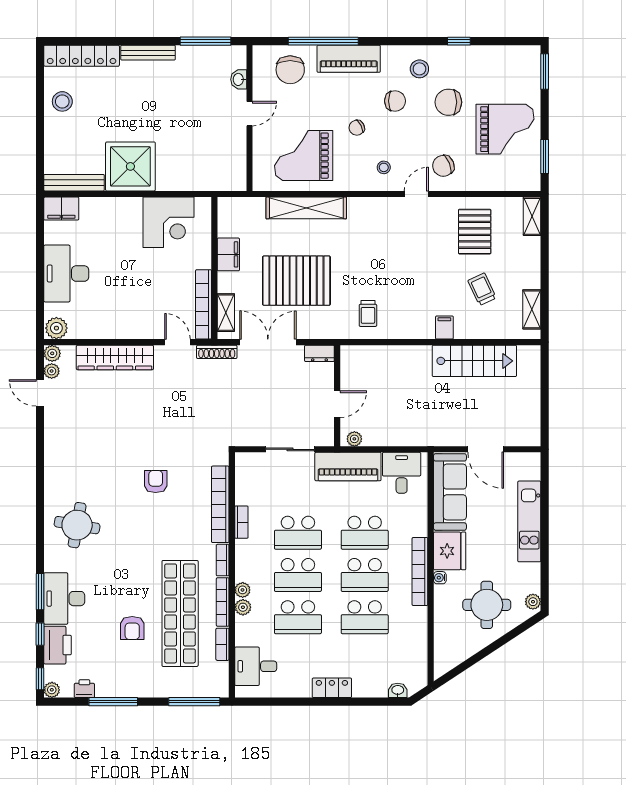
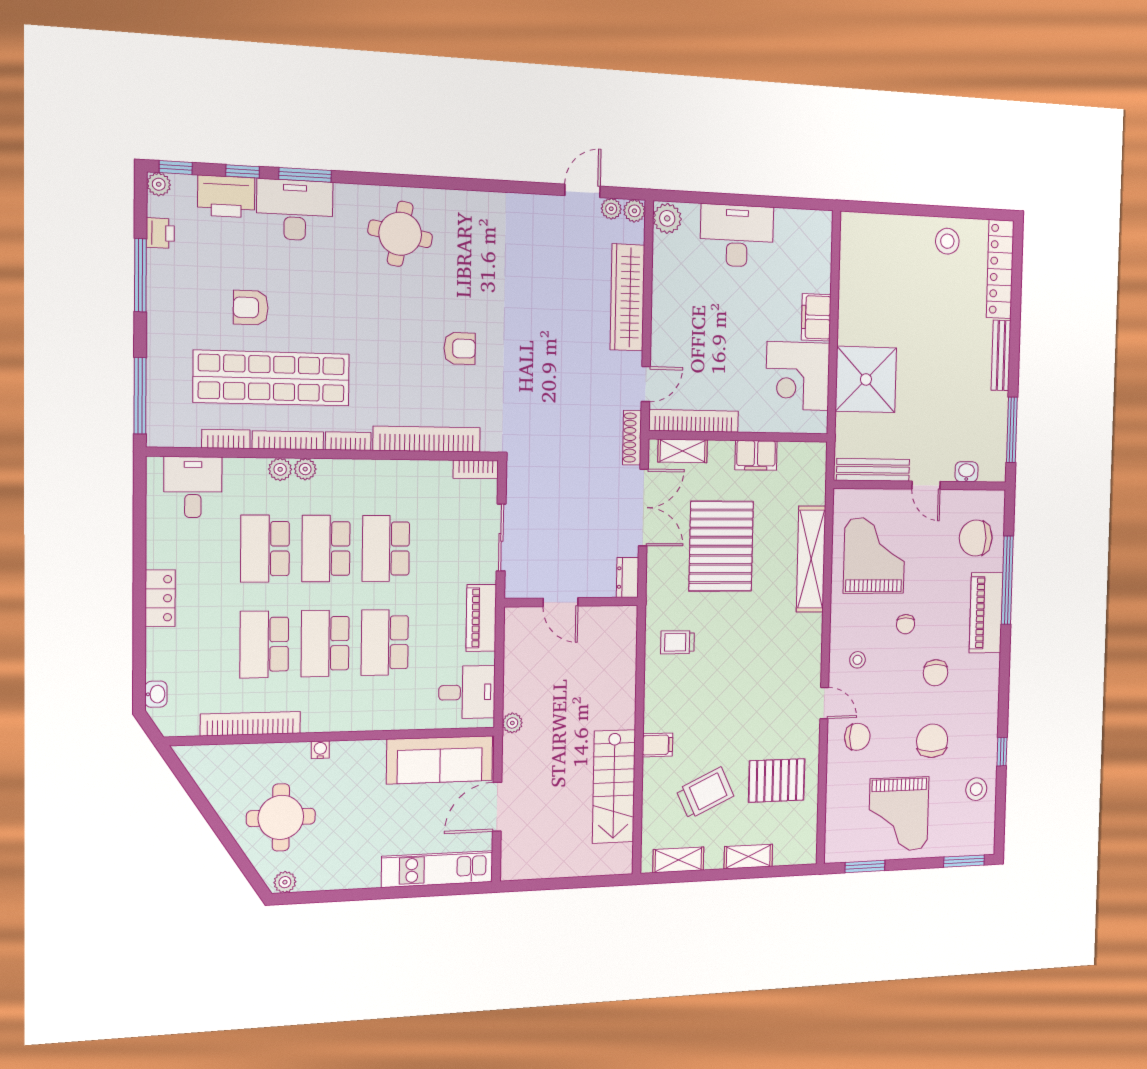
stool: (419, 69) -> (976, 789), moved
chair: (357, 128) -> (906, 624), turned -152
shower: (130, 166) -> (866, 379), moved
chair: (443, 166) -> (857, 737), turned 112
bench: (74, 183) -> (873, 470), moved, turned 90
filing cabinet: (61, 209) -> (816, 317), moved
shelving: (532, 216) -> (748, 857), moved
trolley: (482, 289) -> (705, 793), width x1.36, depth x1.39
plant: (354, 439) -> (512, 723), moved
piano: (348, 467) -> (481, 618), width x0.73, depth x0.75
kitchen unit: (529, 521) -> (437, 869), moved
bookcase: (241, 522) -> (476, 469), moved
fridge: (450, 551) -> (358, 762), removed
bookcase: (420, 572) -> (250, 724), moved

